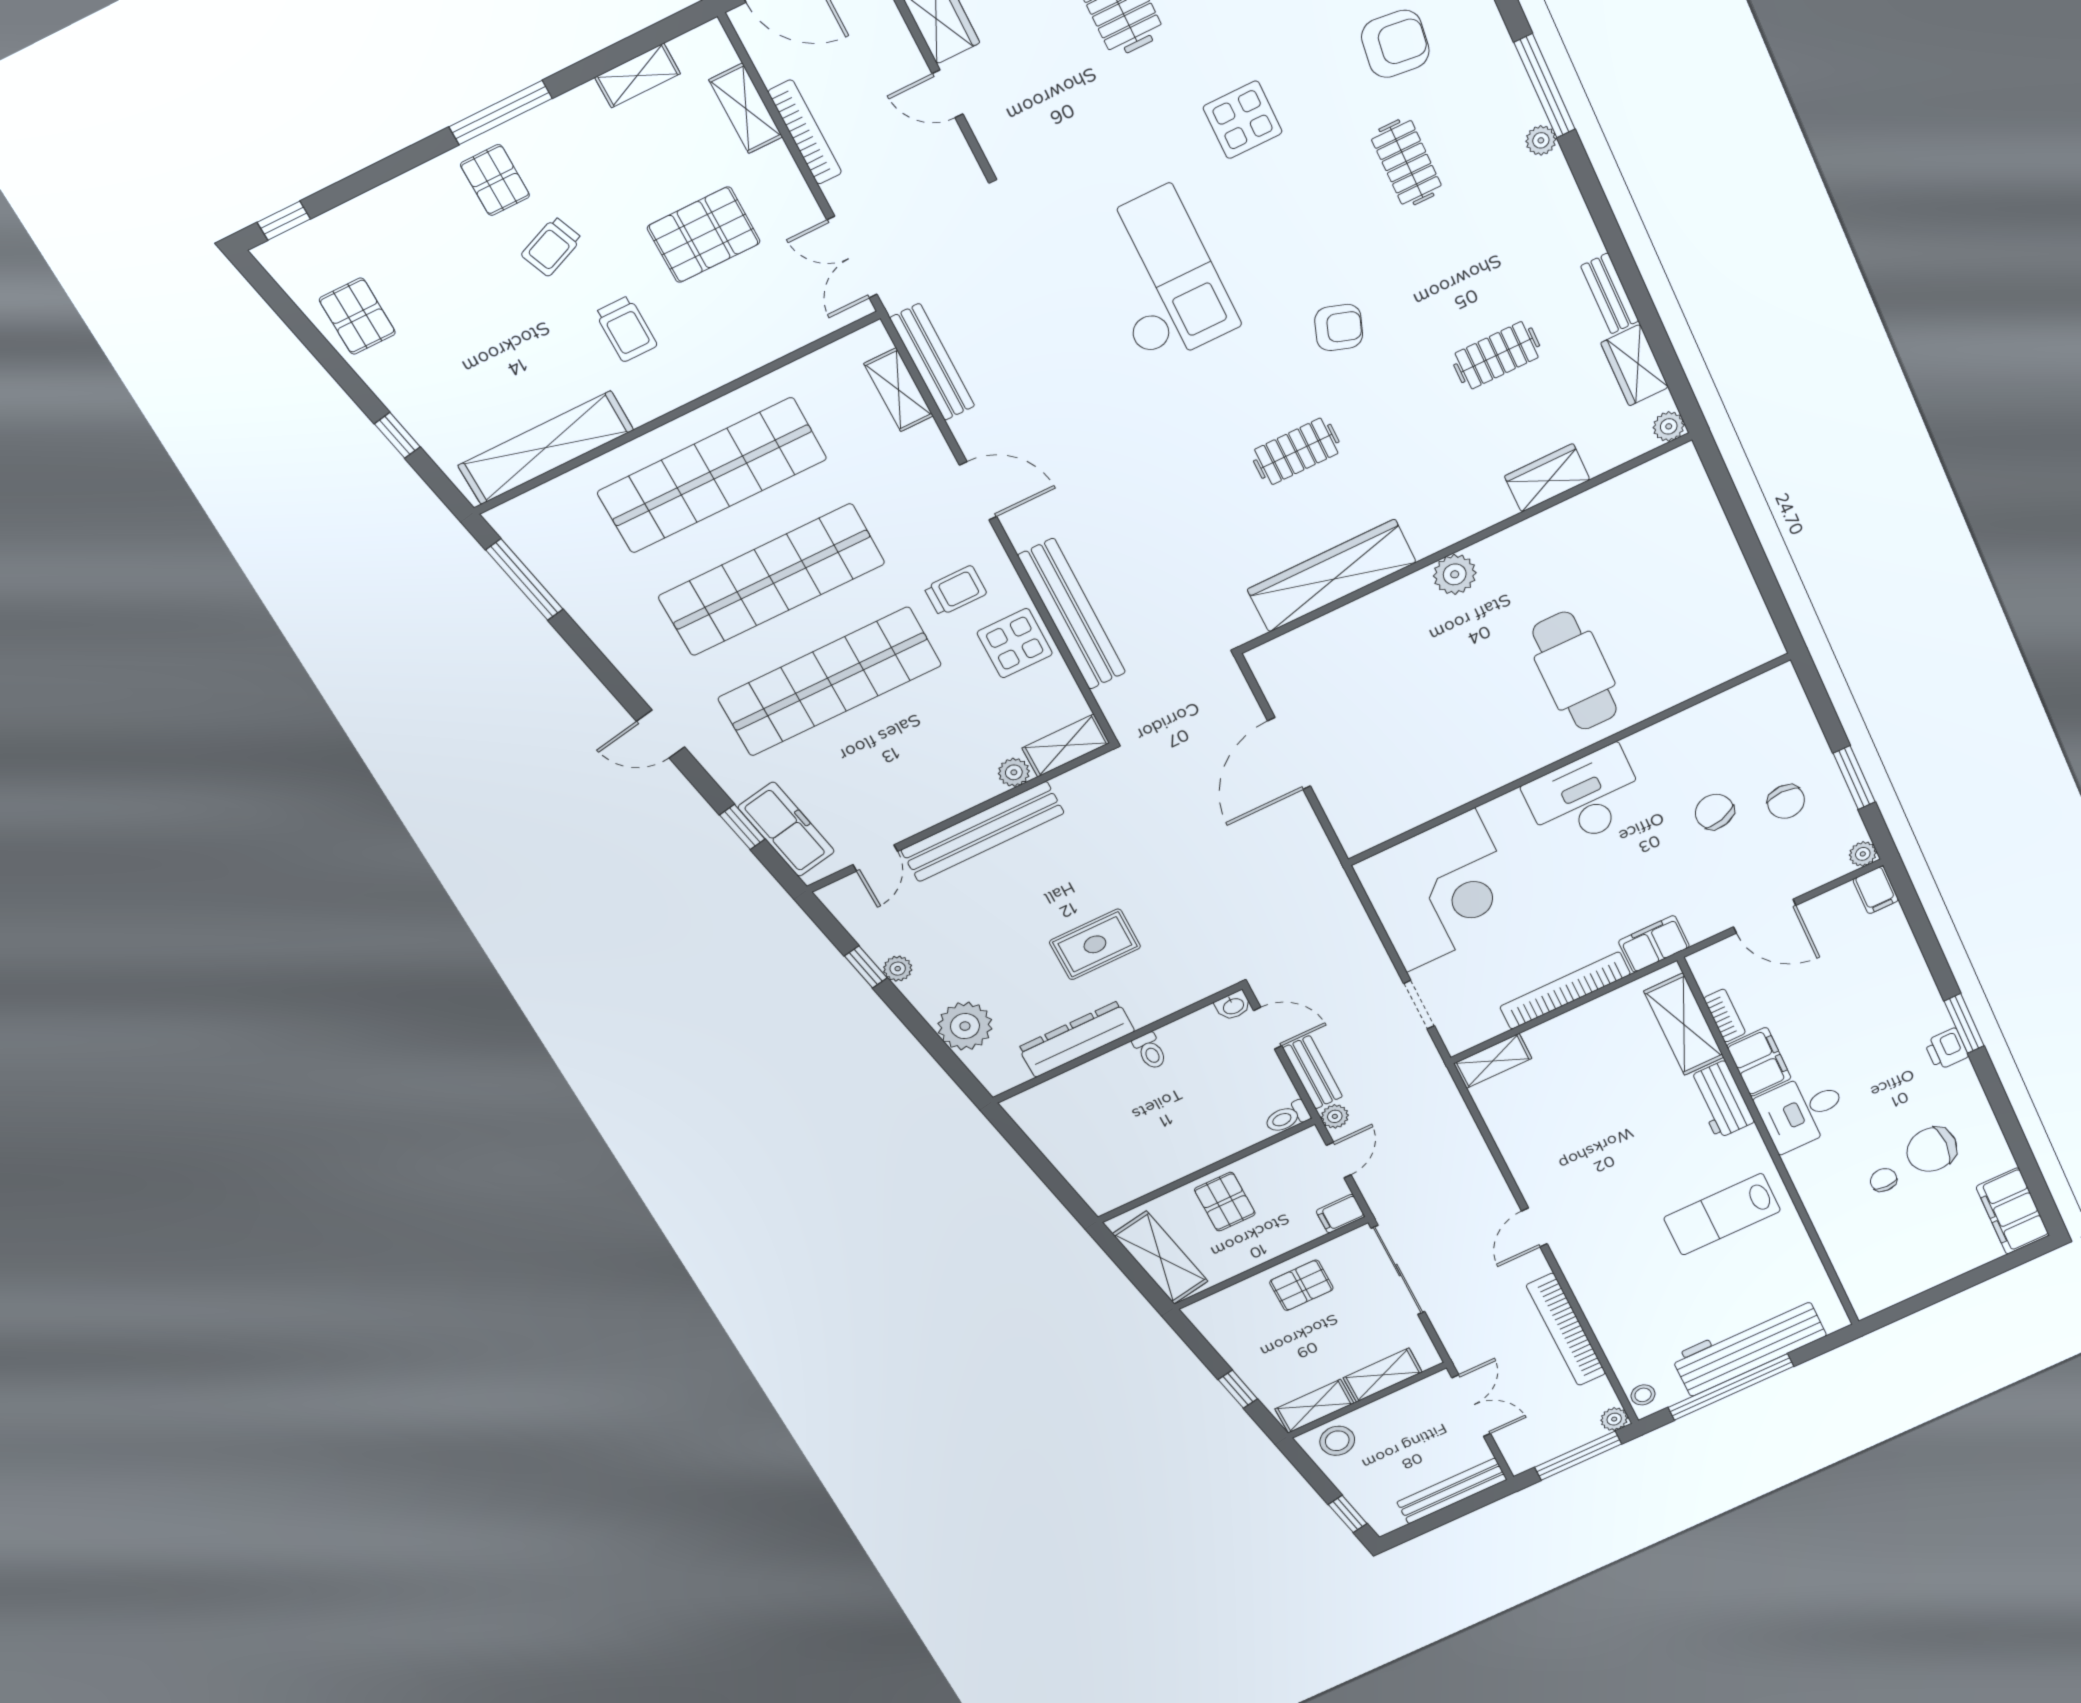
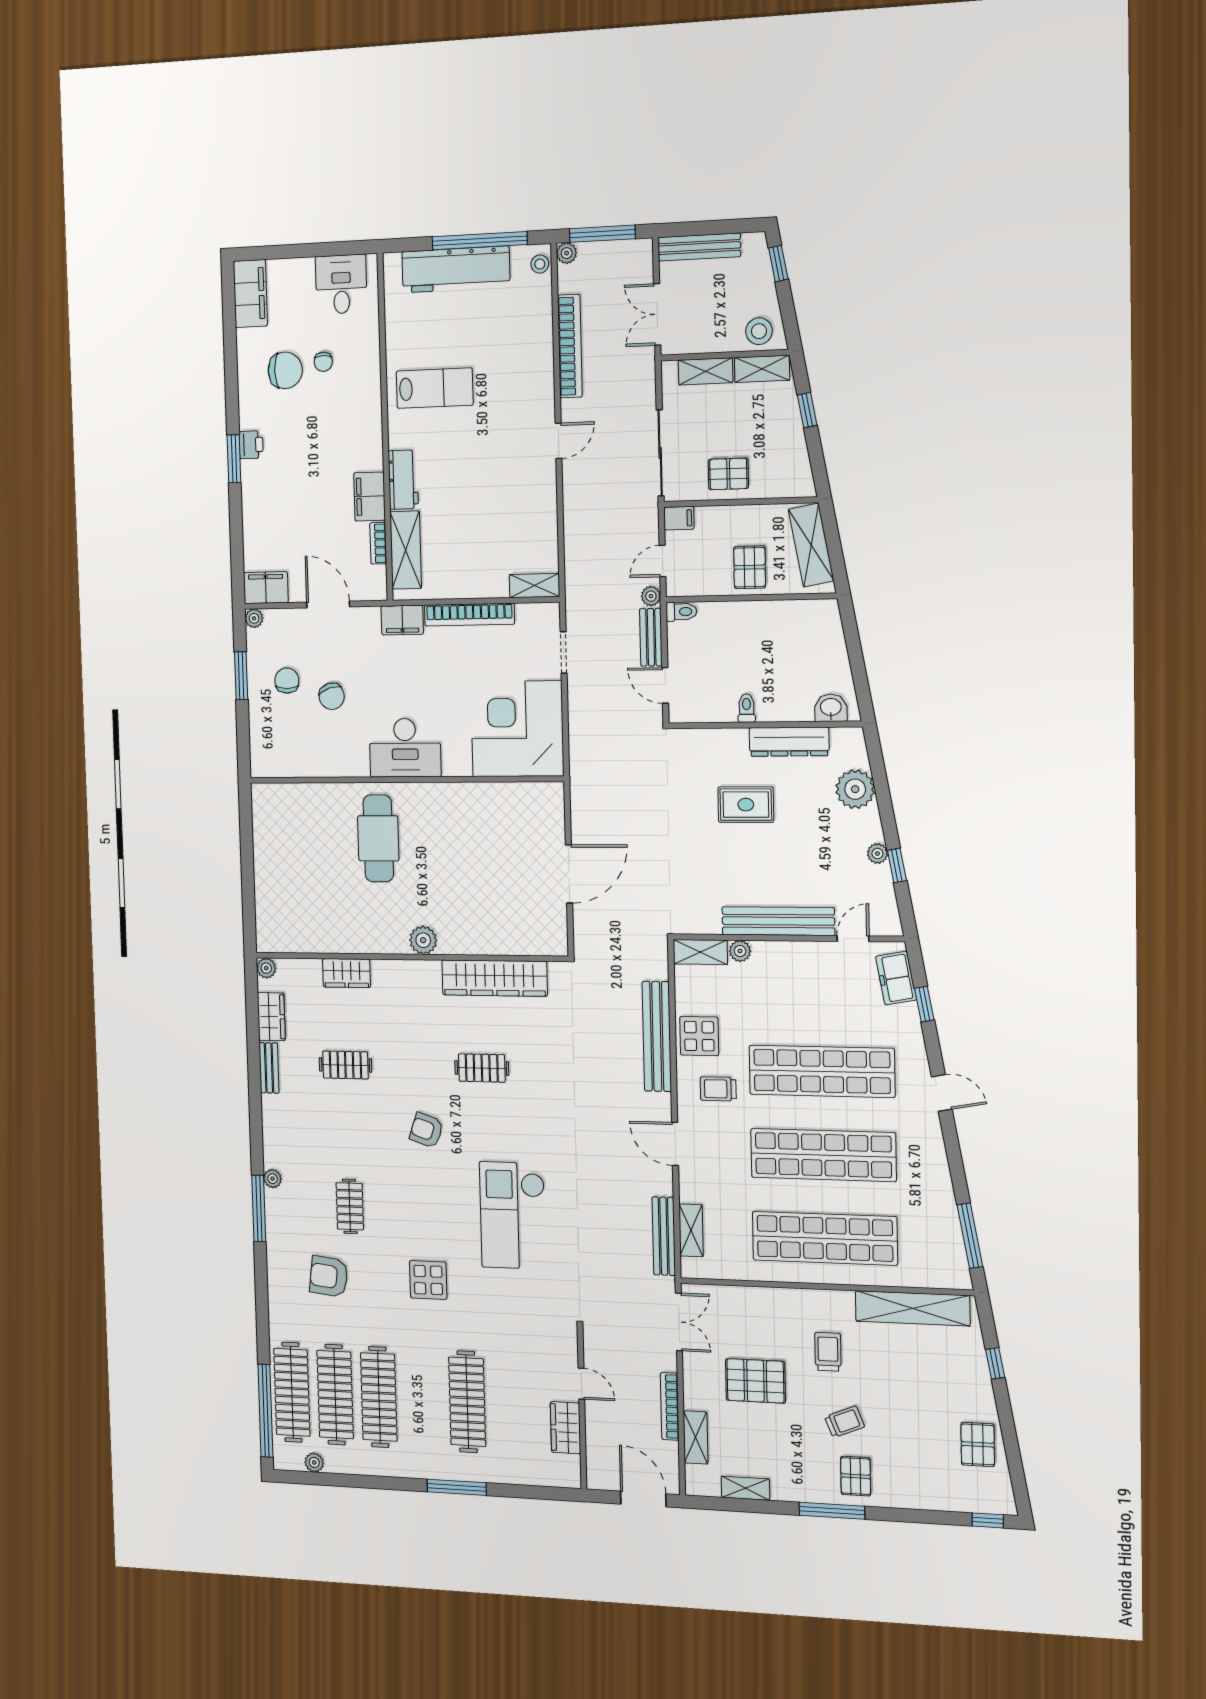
freezer: (786, 829) -> (896, 978), width x0.71
filing cabinet: (1876, 890) -> (266, 588), width x2.00
washbasin: (1233, 1006) -> (831, 708), moved, width x1.38, depth x1.45
desk: (1802, 1111) -> (341, 284), moved, turned -90

